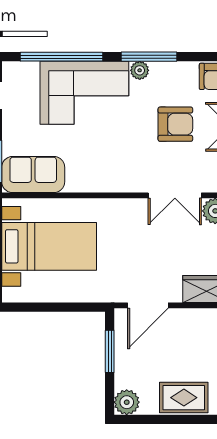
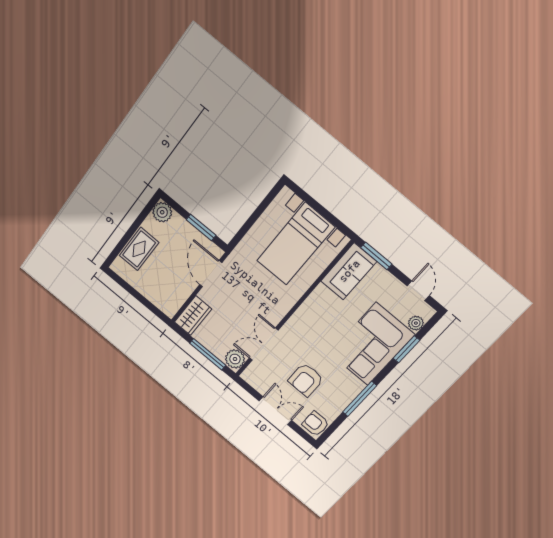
window: (62, 57) -> (406, 349), width x0.47
plant: (140, 70) -> (416, 323), moved

